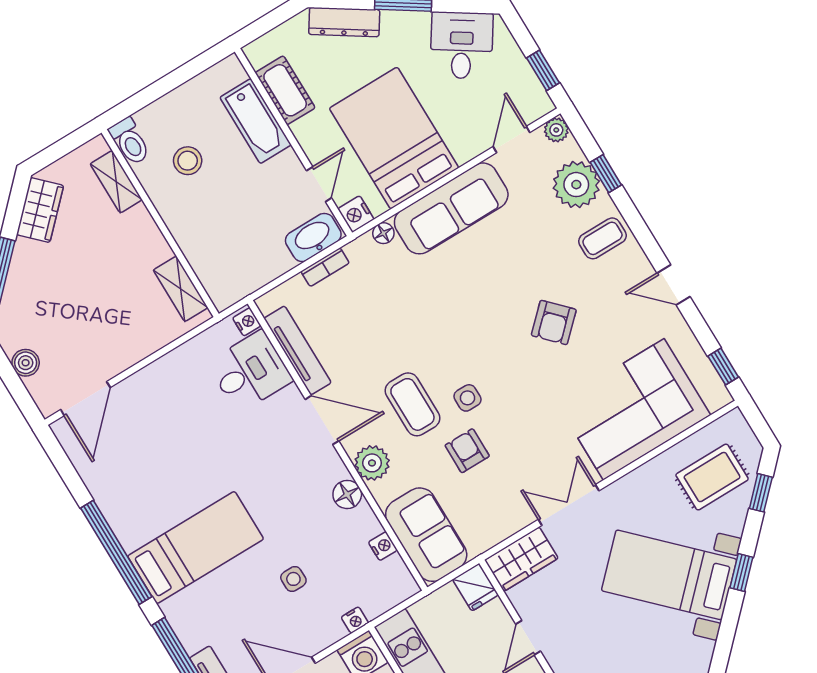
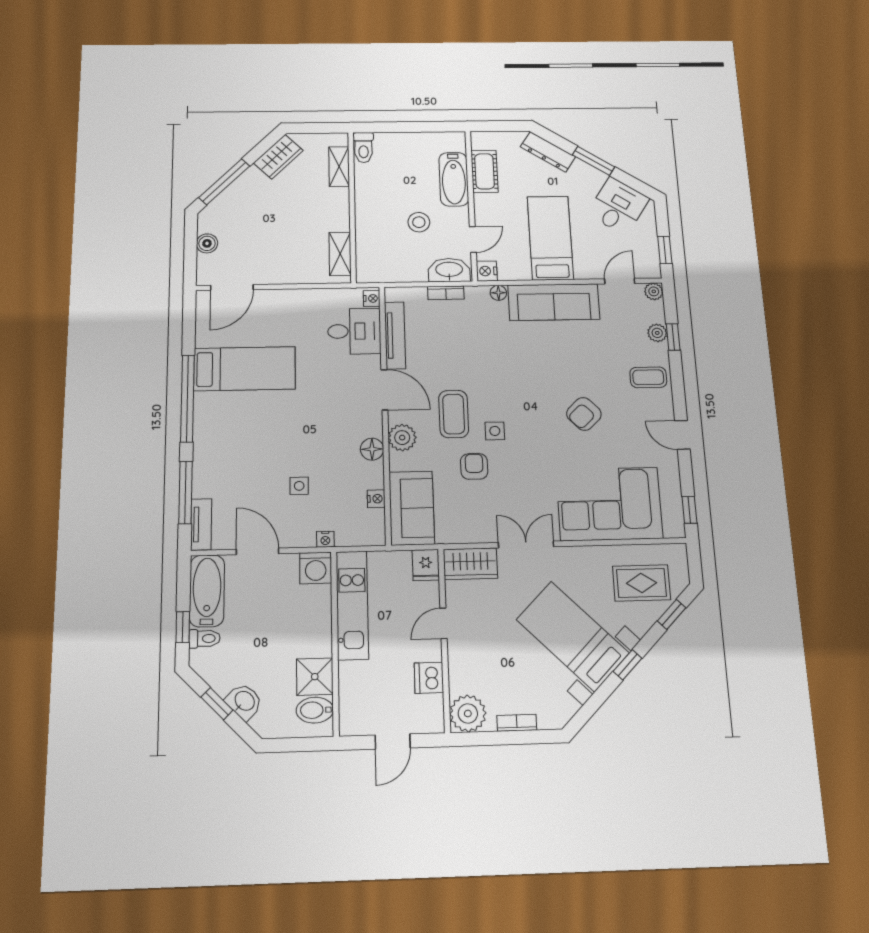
bed: (394, 138) -> (550, 238), width x0.67
stool: (188, 161) -> (419, 222), moved
plant: (576, 185) -> (657, 333), width x0.53, depth x0.53
bed: (196, 547) -> (245, 369), moved

